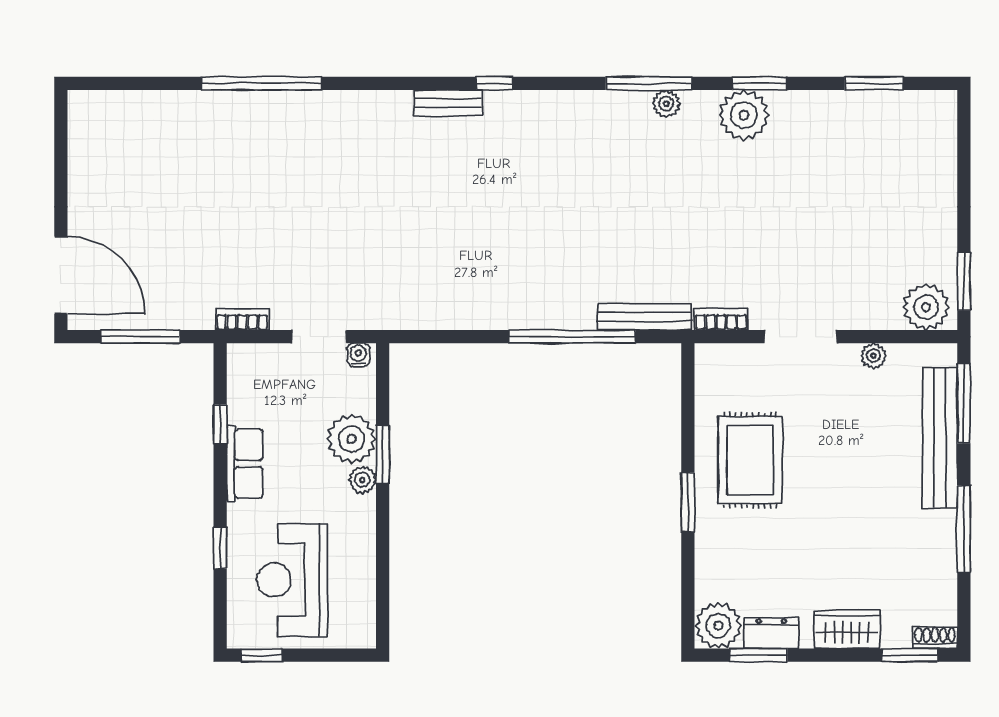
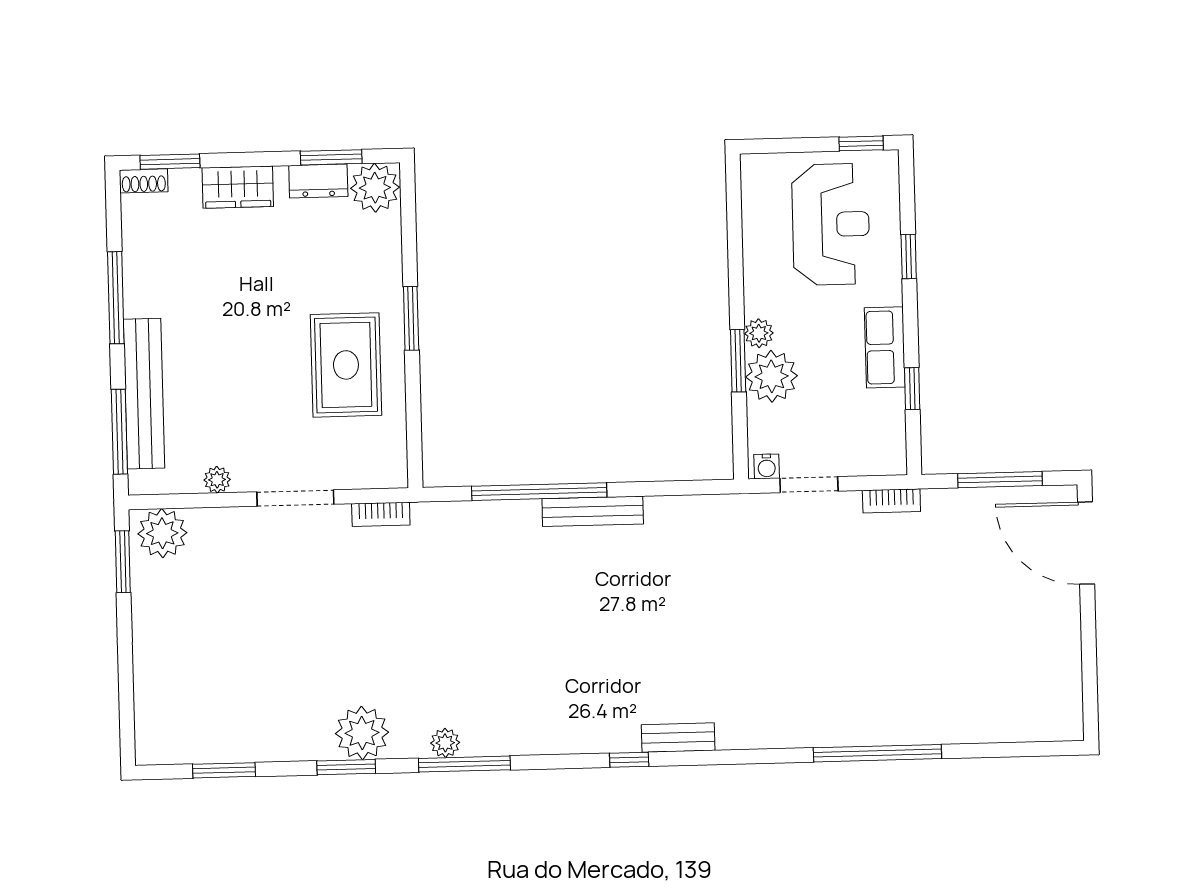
bench: (644, 317) -> (593, 511), moved

